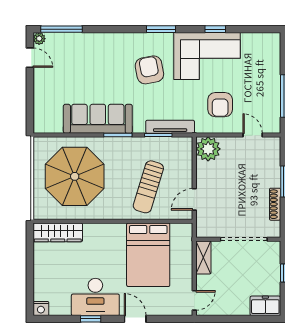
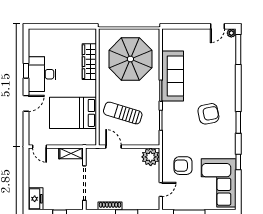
corner sofa: (207, 56) -> (219, 183), moved
tv unit: (170, 127) -> (167, 129), removed
wardrobe: (58, 232) -> (89, 62), moved
nightstand: (41, 309) -> (34, 34), removed

